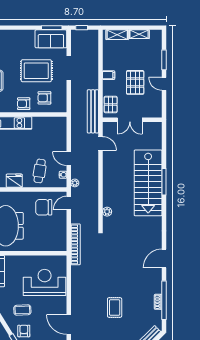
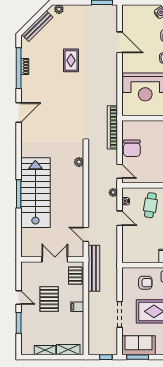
door: (69, 203) -> (120, 171), hinge flipped
chair: (44, 207) -> (132, 148), moved, turned 90

